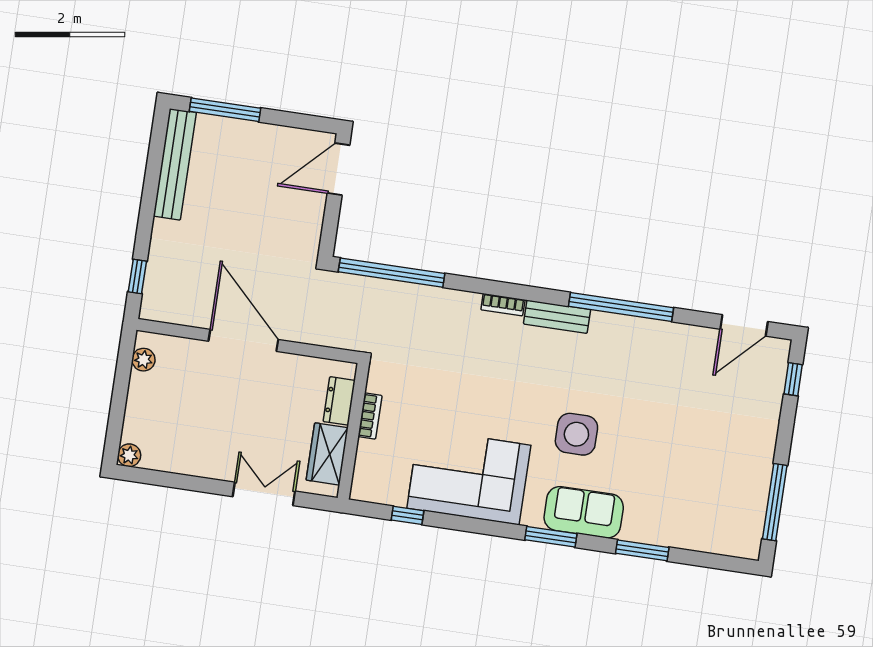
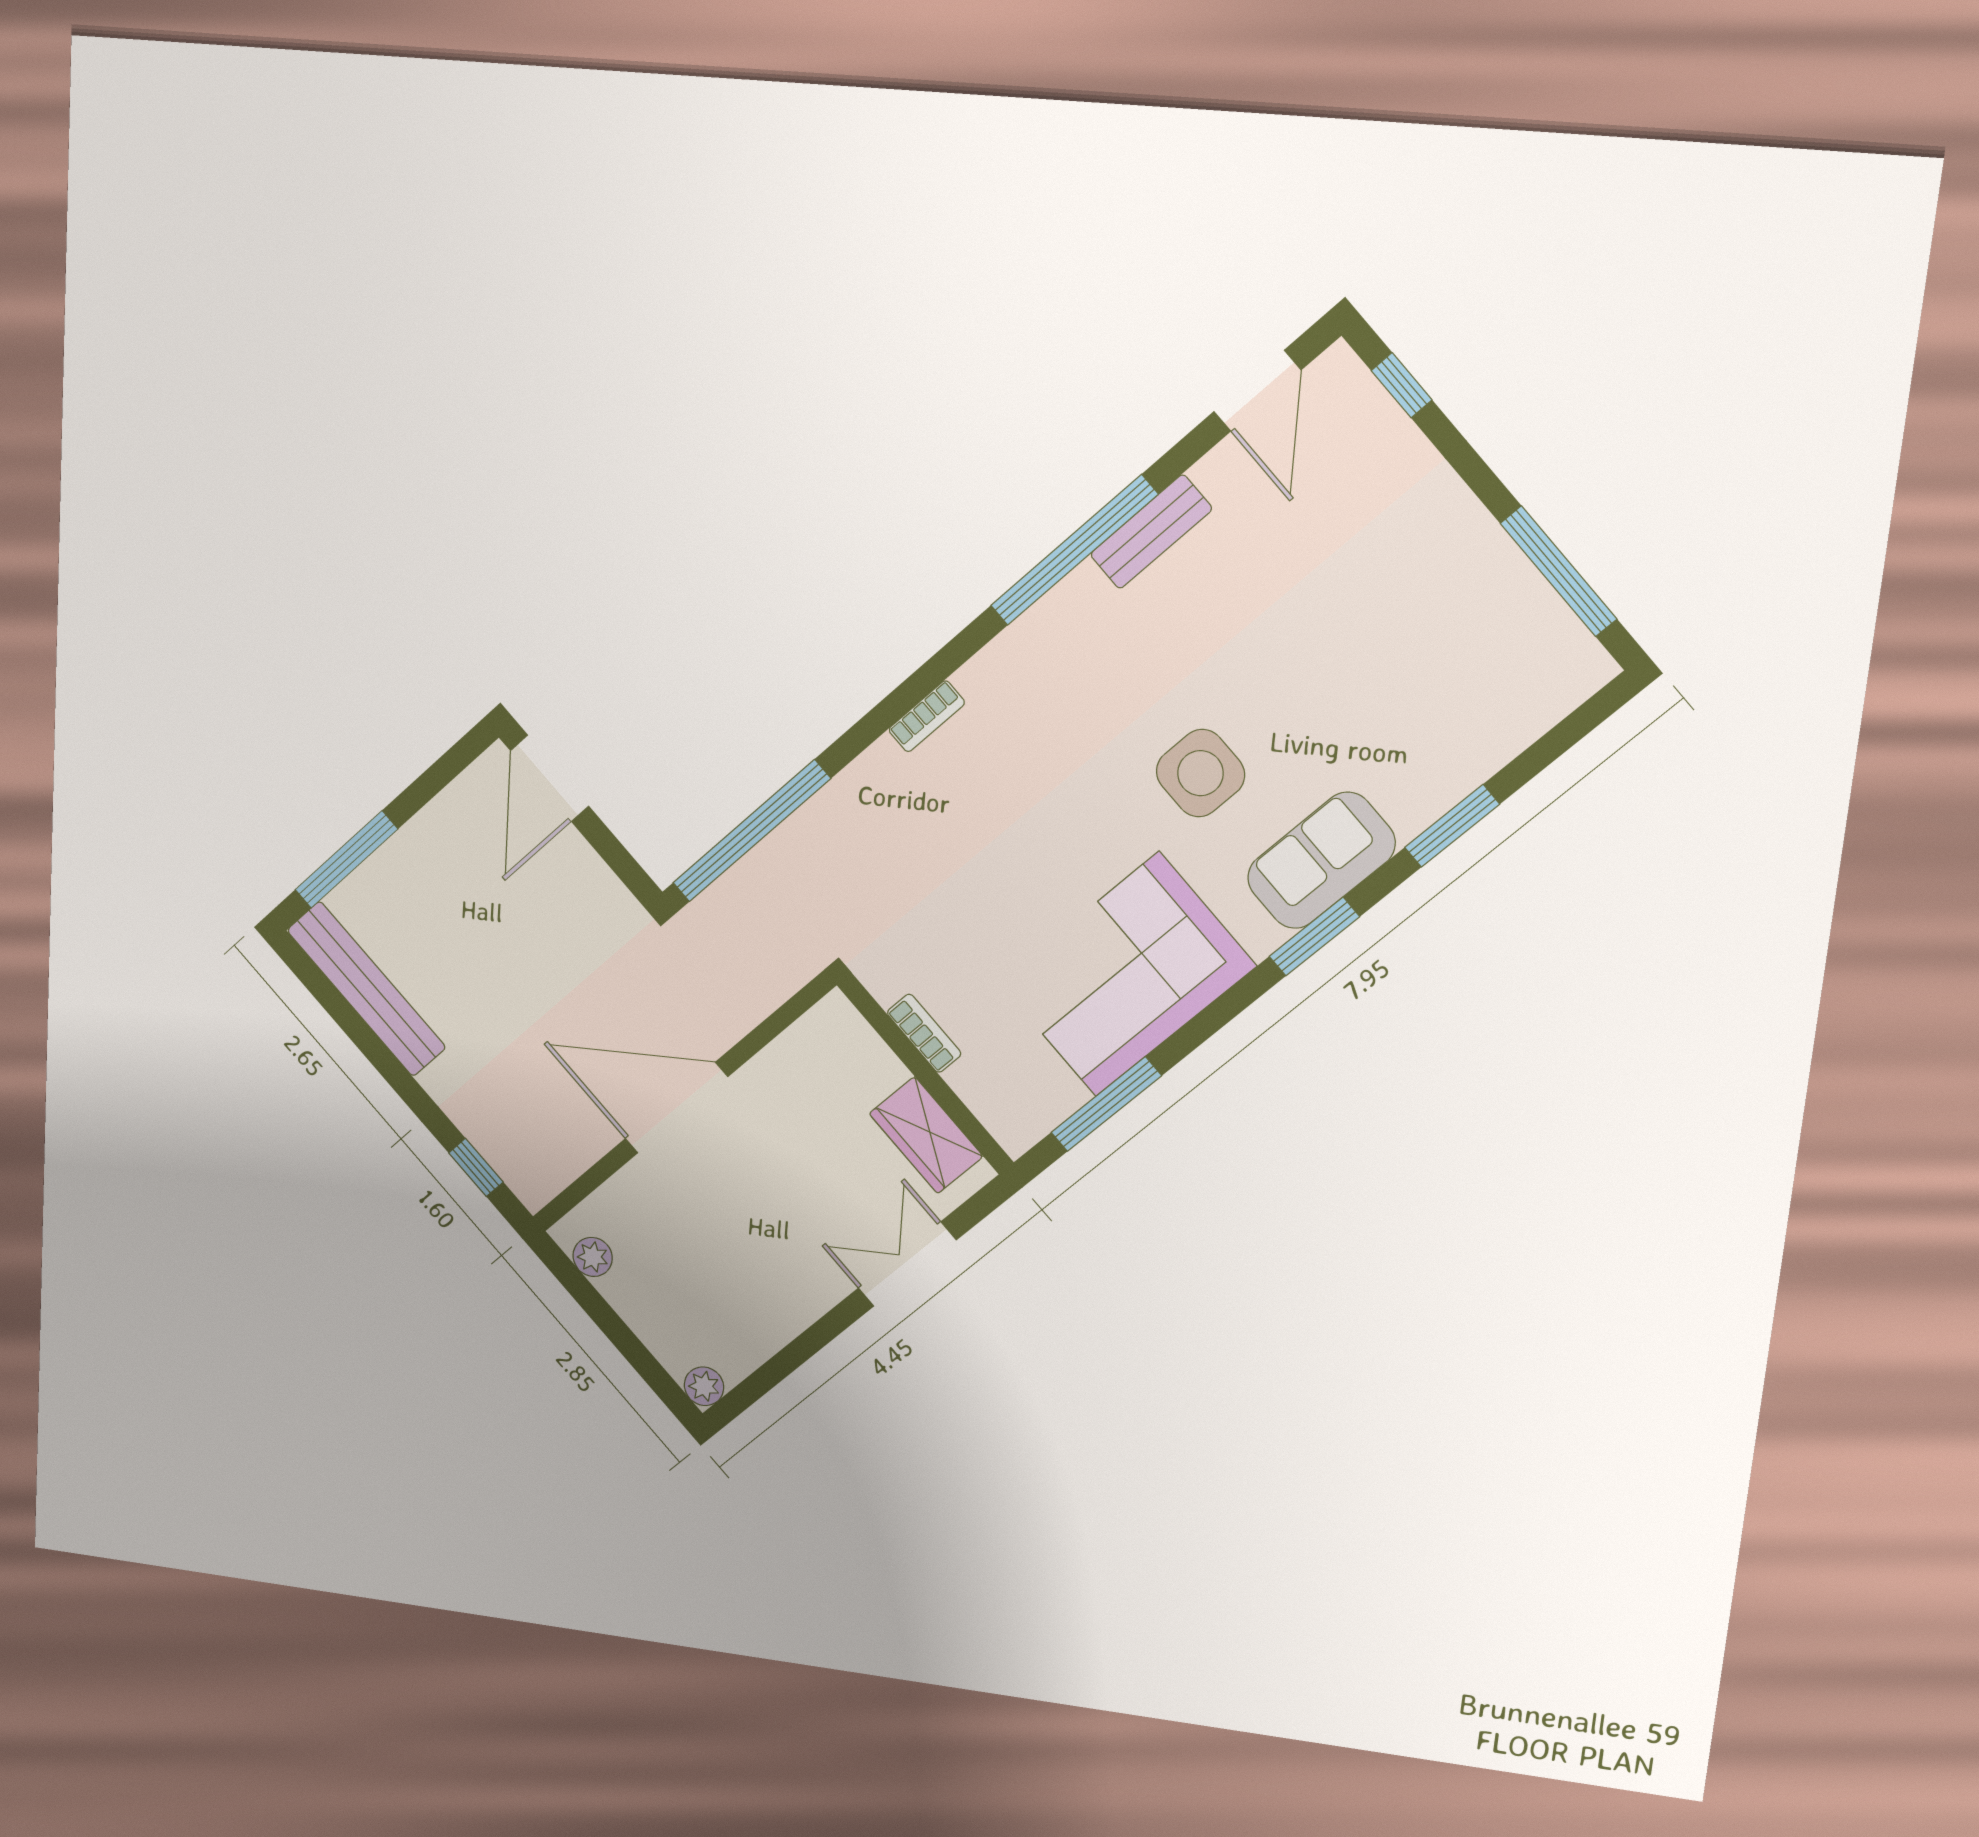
bench: (557, 317) -> (1151, 532), moved
dresser: (339, 401) -> (868, 1056), removed
window: (407, 515) -> (1106, 1104), width x2.17

